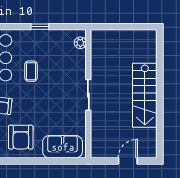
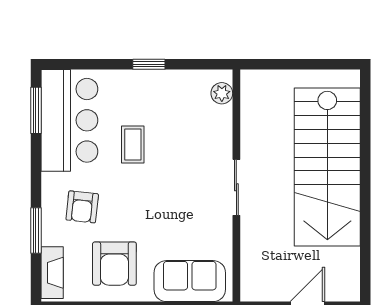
stairs: (145, 95) -> (327, 167), width x1.36, depth x1.51

